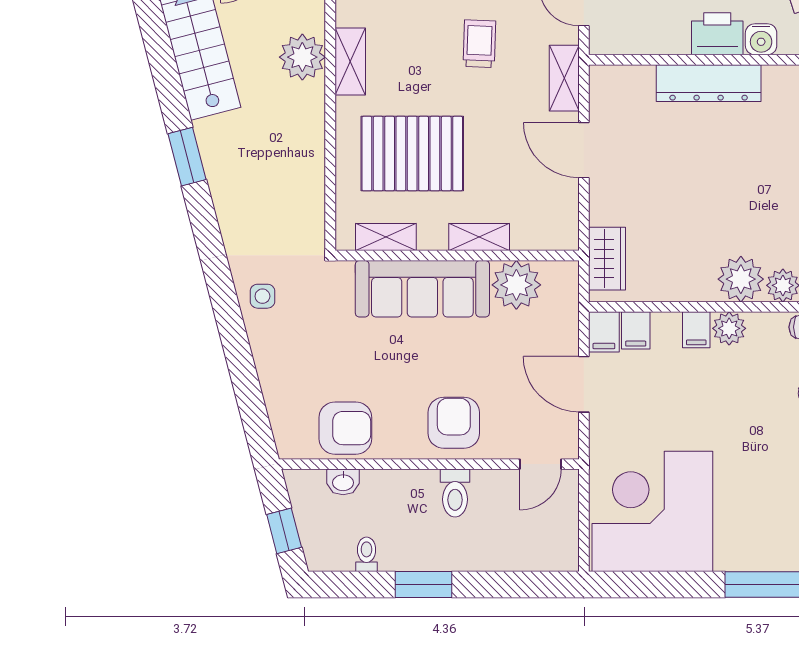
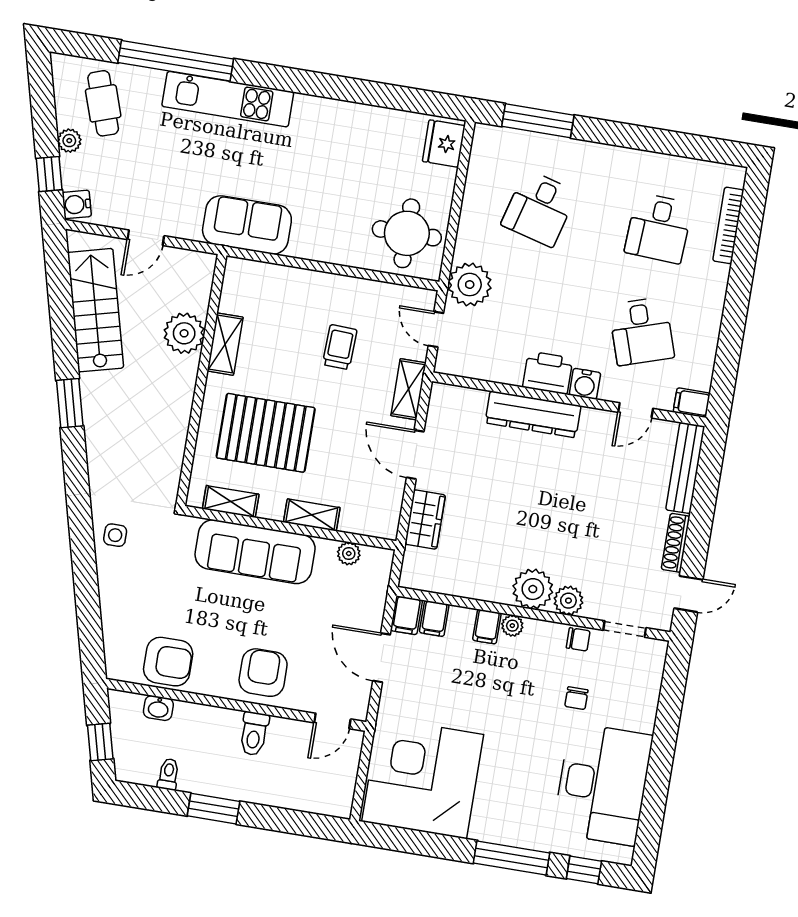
wardrobe: (607, 259) -> (425, 519), moved
plant: (516, 285) -> (349, 553), width x0.53, depth x0.53
plant: (729, 328) -> (512, 626), width x0.73, depth x0.73

